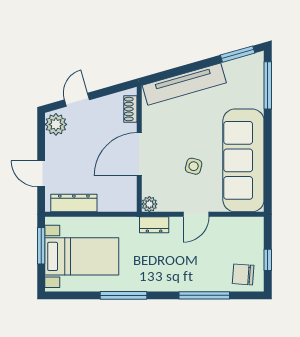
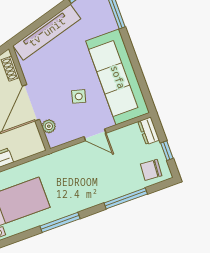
plant: (149, 204) -> (49, 126), moved
door: (196, 214) -> (95, 135), hinge flipped
dresser: (154, 225) -> (149, 131), moved, turned 90

